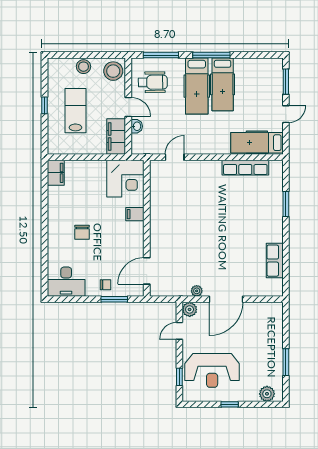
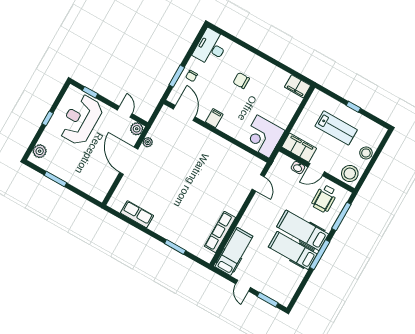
filing cabinet: (135, 214) -> (214, 118), moved

